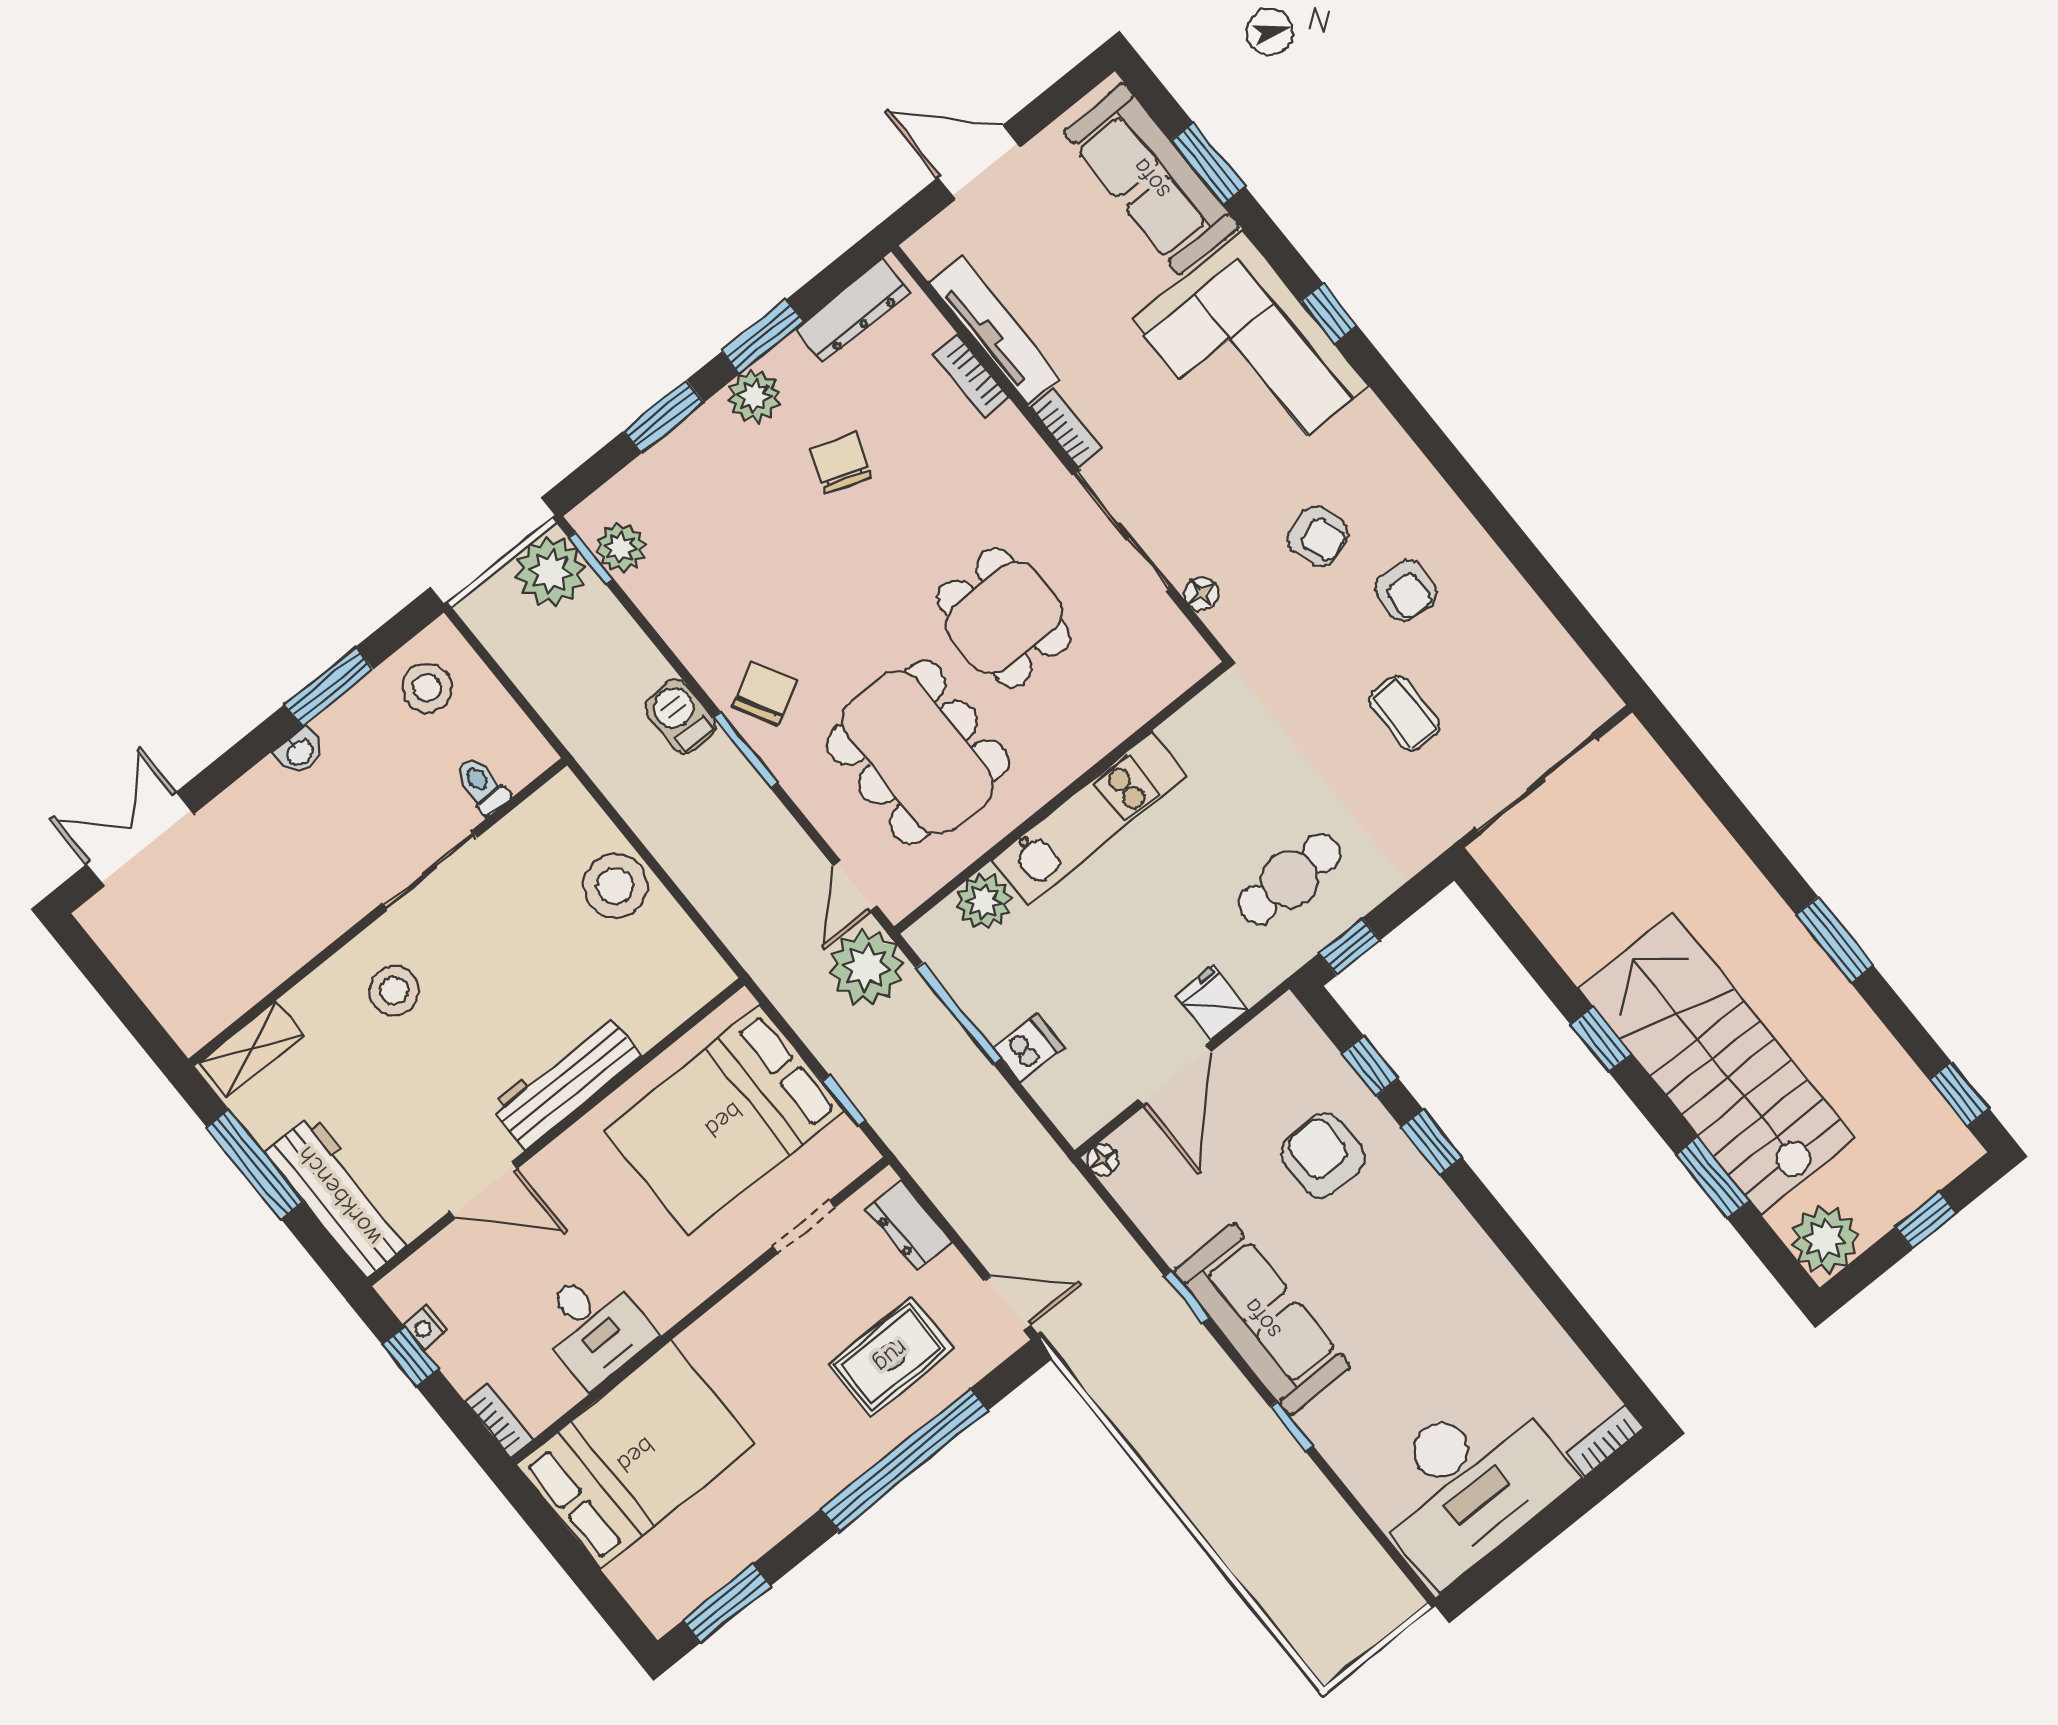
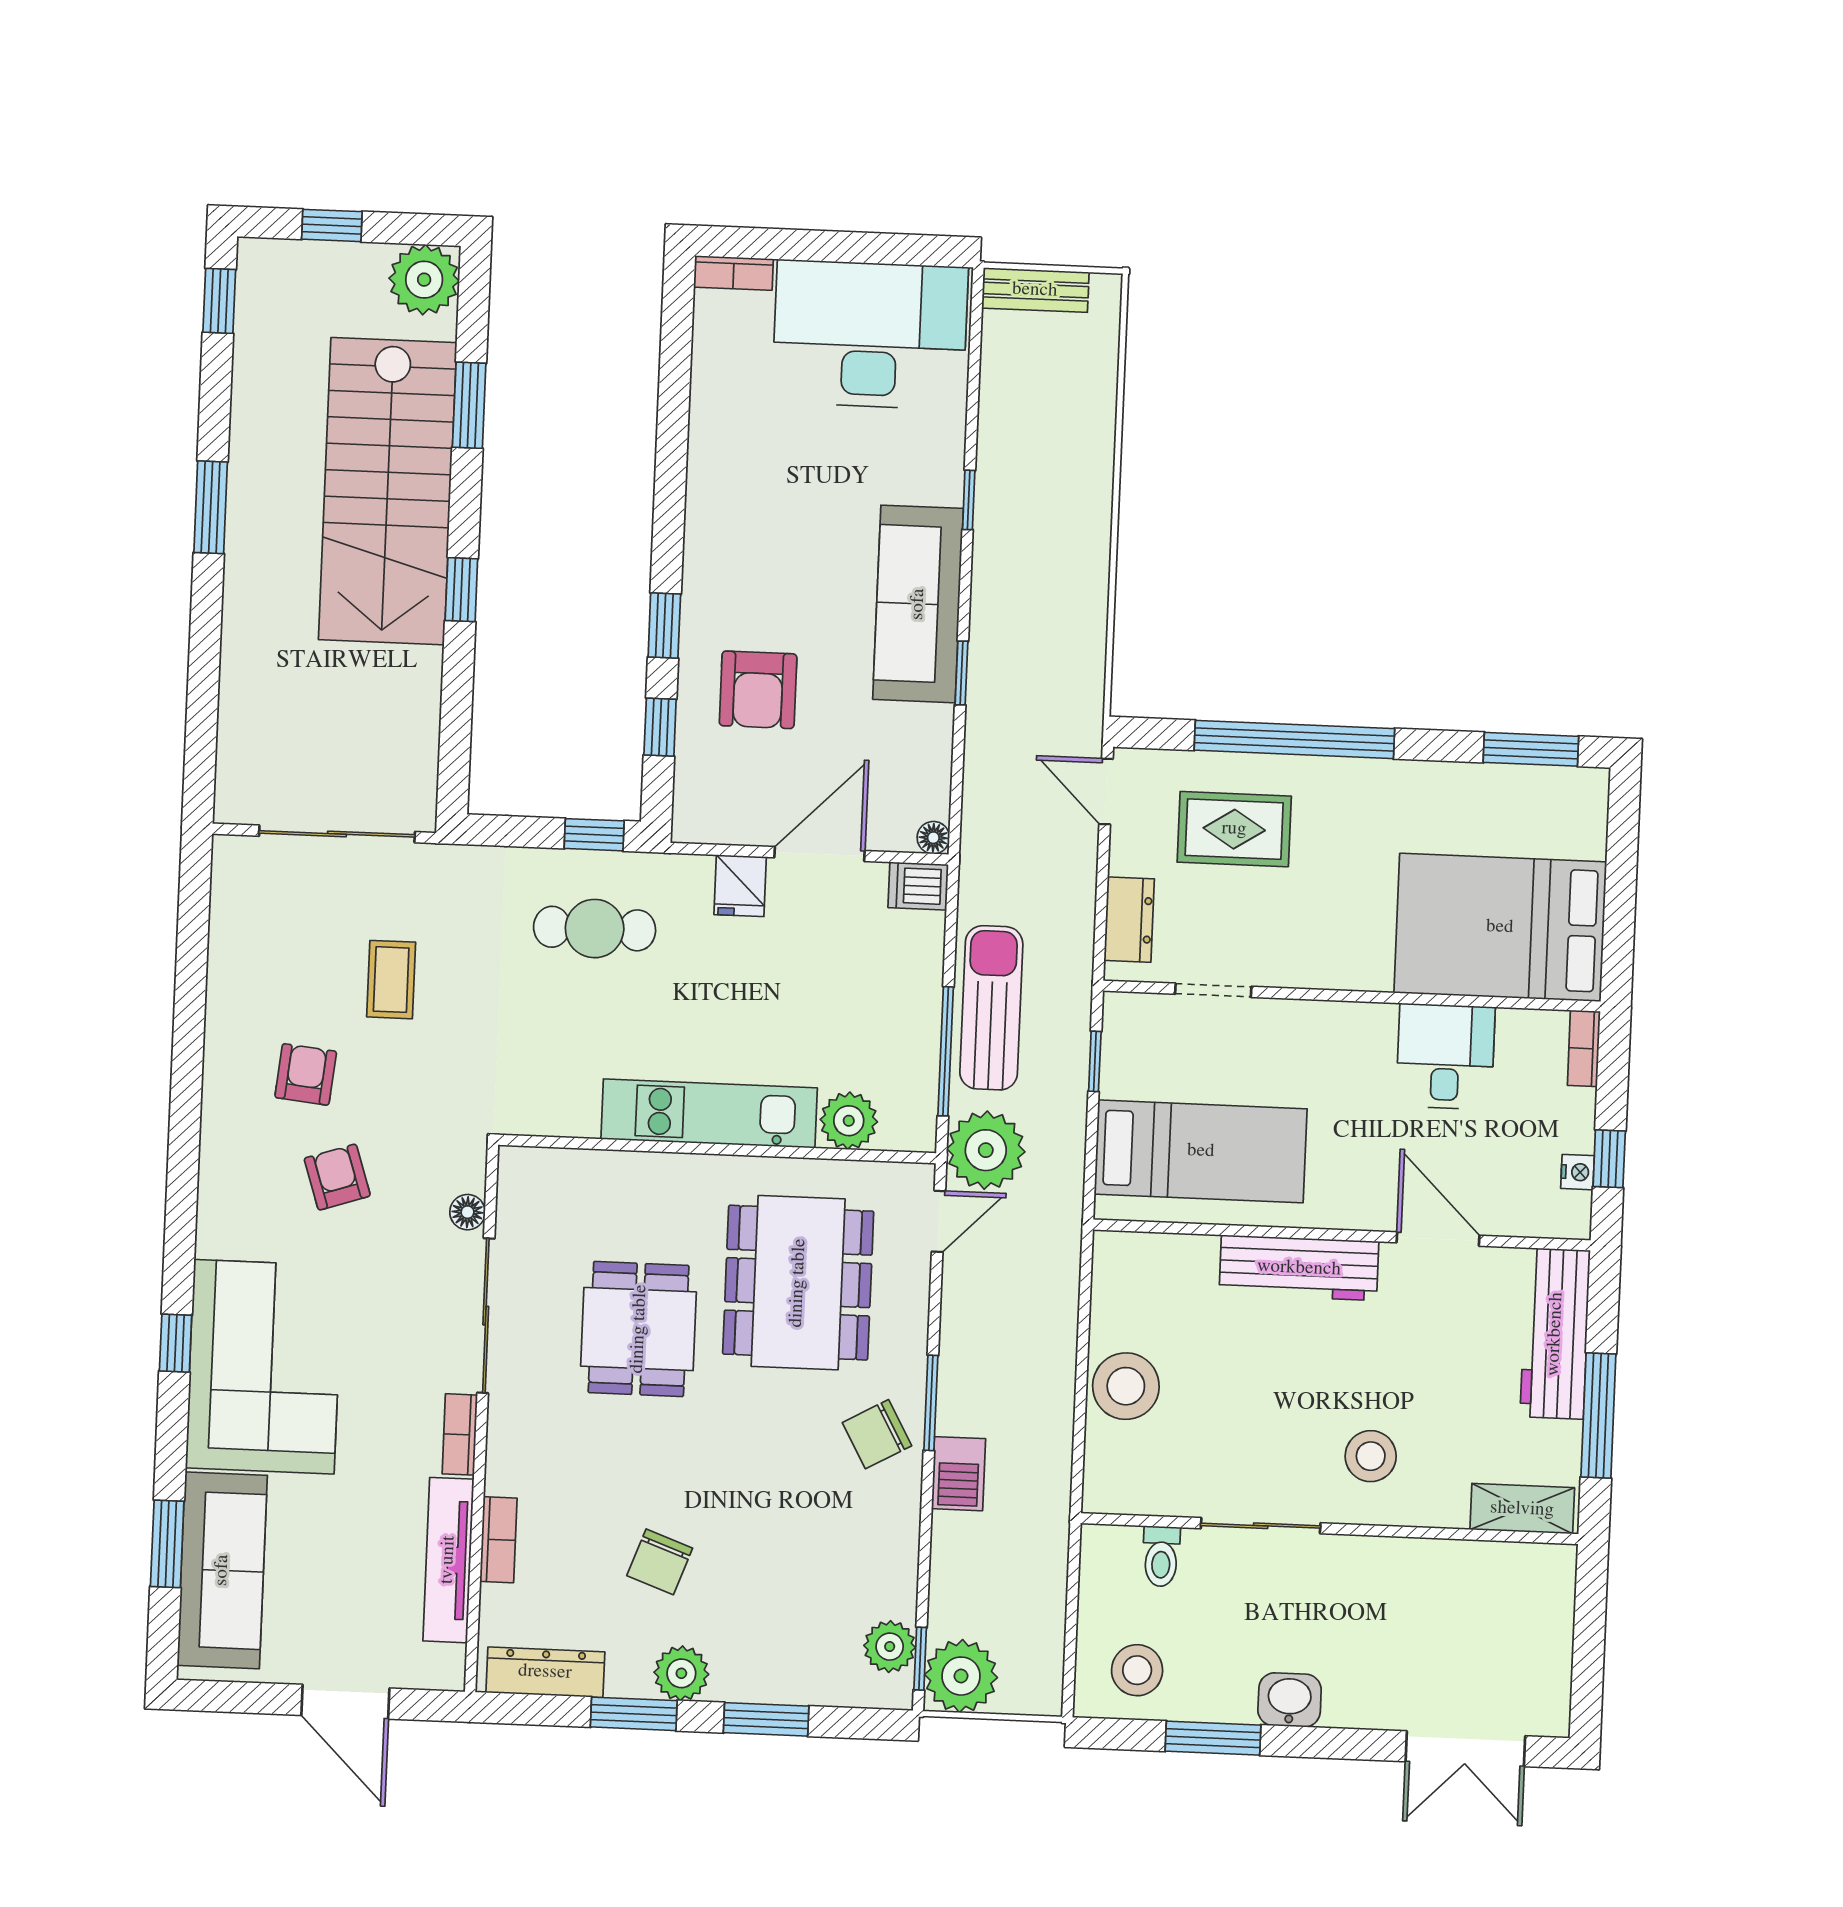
washbasin: (299, 752) -> (1290, 1700), width x1.38, depth x1.45
dishwasher: (1028, 1048) -> (918, 886), moved
sun lounger: (953, 1074) -> (991, 1008), added
bed: (724, 1120) -> (1201, 1151), width x0.67
bench: (1376, 1620) -> (1035, 290), added

